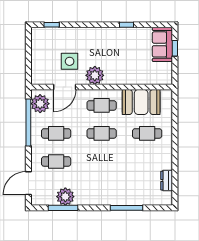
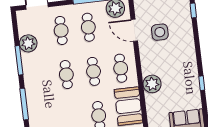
plant: (95, 75) -> (152, 84), moved
cafe table: (102, 161) -> (66, 75), added
window: (63, 208) -> (19, 60), moved

